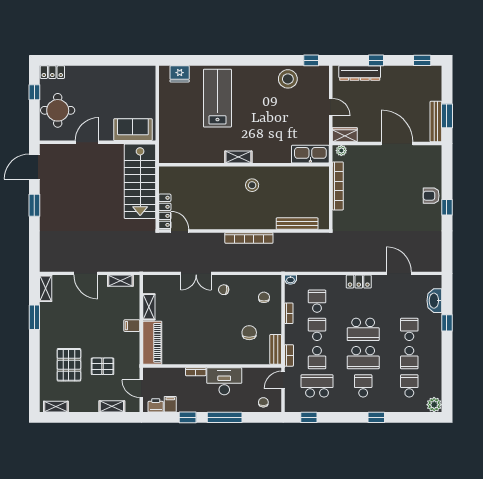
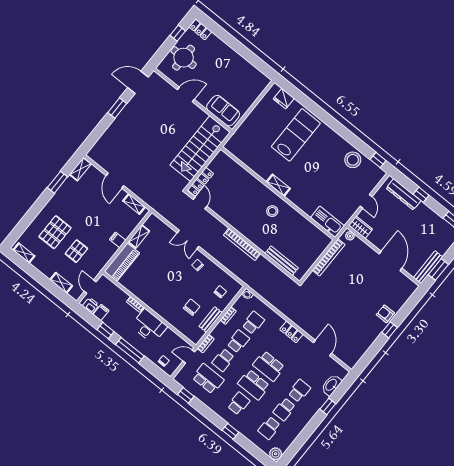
bench: (276, 349) -> (211, 320), moved
pallet: (103, 366) -> (76, 251), turned 90
school desk: (409, 386) -> (269, 428), turned 180

